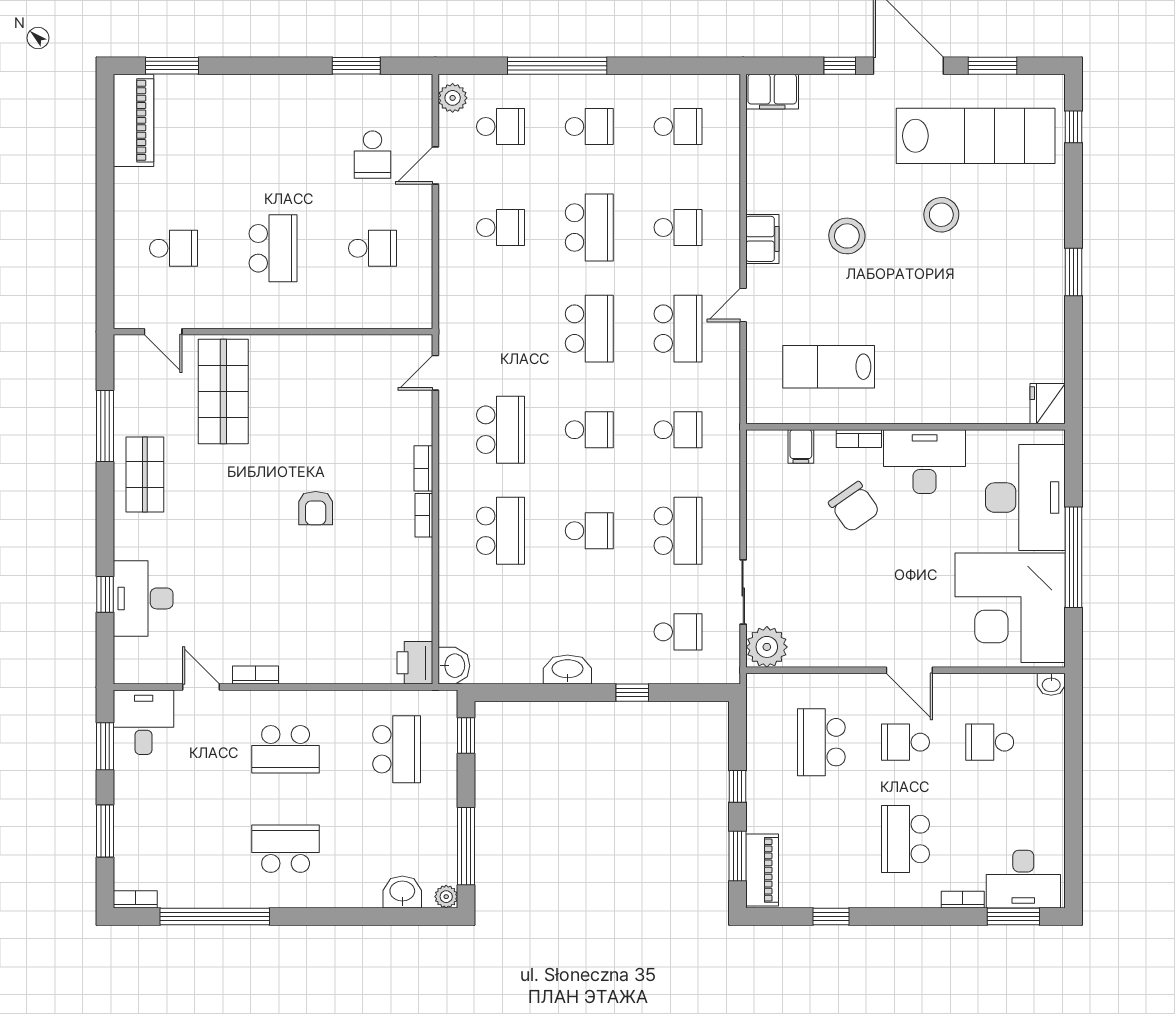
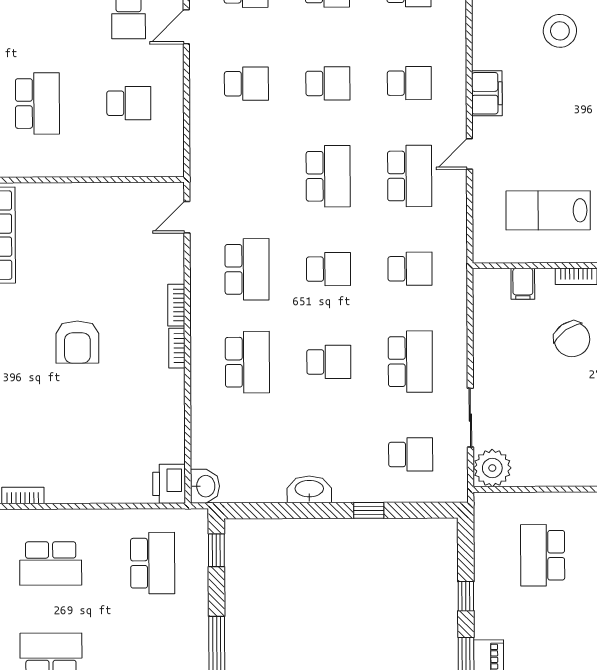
school desk: (589, 228) -> (328, 83), width x0.54
stool: (847, 236) -> (560, 31), moved
armchair: (316, 508) -> (77, 342), width x1.38, depth x1.38

